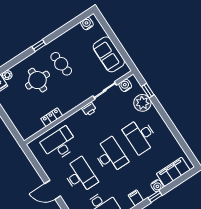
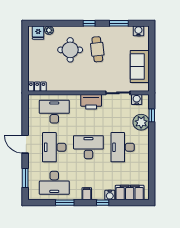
window: (65, 28) -> (119, 23), added
printer: (89, 109) -> (91, 102), width x1.87, depth x1.48
locker: (52, 117) -> (37, 87), moved
desk: (110, 156) -> (88, 147), turned -90
desk: (80, 176) -> (54, 147), turned 180

